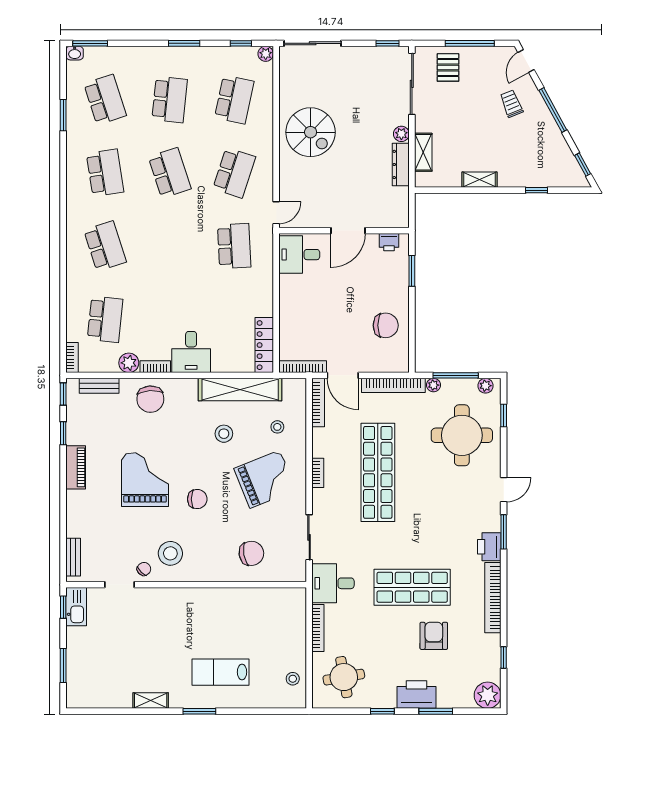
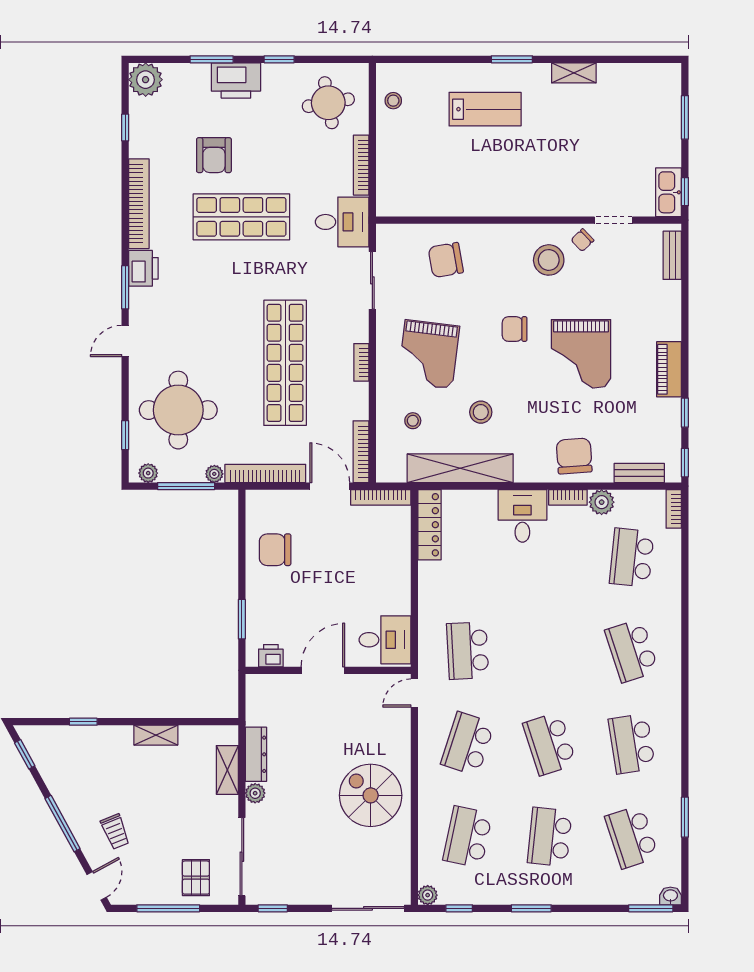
grand piano: (265, 479) -> (429, 354), turned -61

